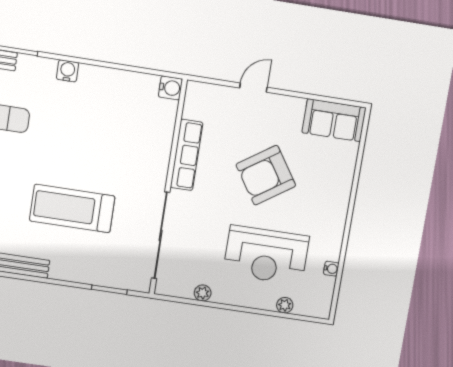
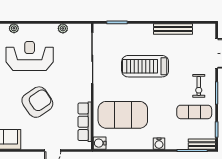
exercise mat: (123, 131) -> (123, 115), added
row of seats: (187, 155) -> (85, 122), moved
treadmill: (72, 208) -> (145, 66), turned 180

